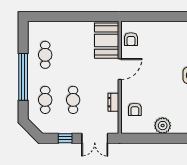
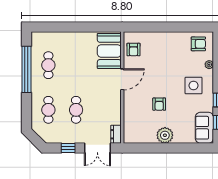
window: (23, 77) -> (26, 69), moved
dresser: (113, 102) -> (116, 134), moved
armchair: (135, 109) -> (159, 104), moved

